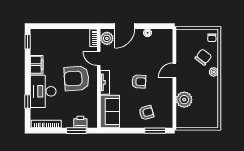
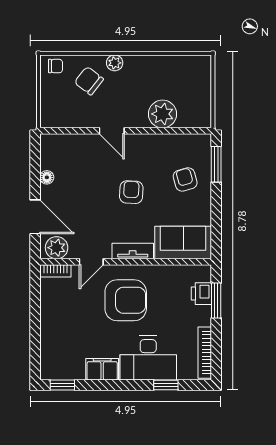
armchair: (77, 78) -> (126, 300), turned -86

